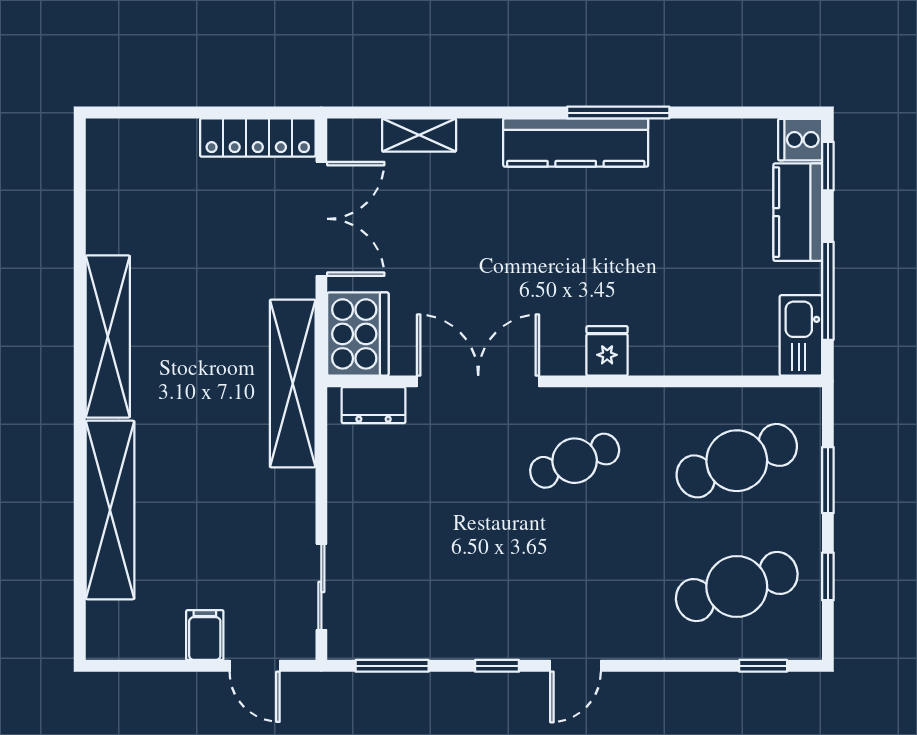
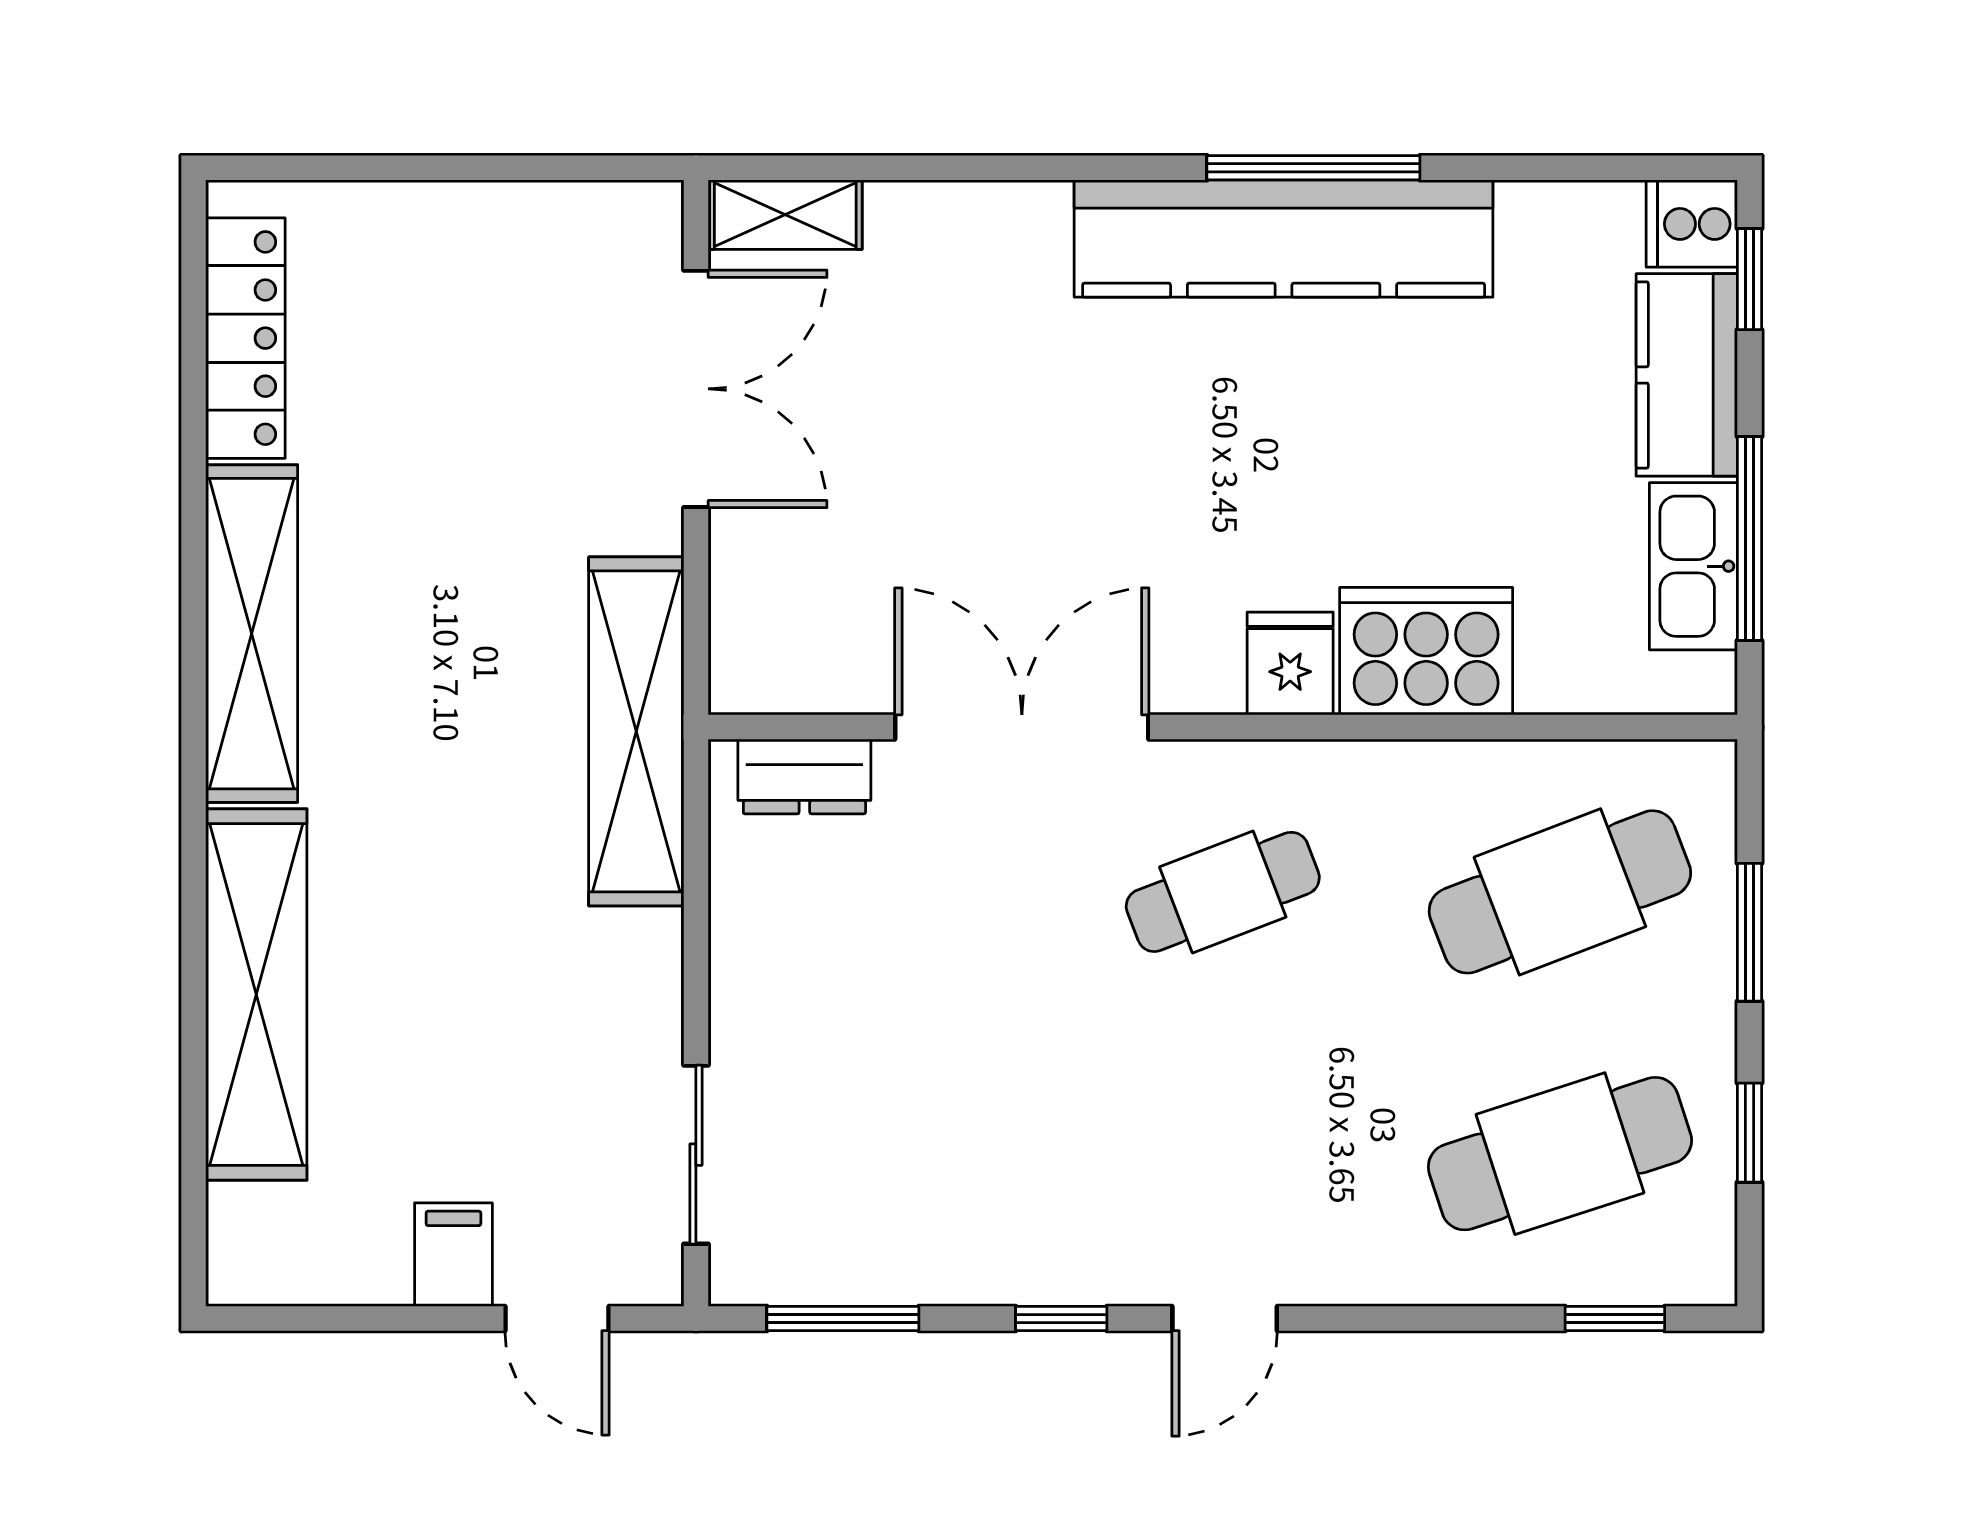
shelving: (419, 135) -> (785, 215), moved
locker: (258, 138) -> (245, 338), moved, turned -90
kitchen counter: (576, 143) -> (1284, 239), width x1.39, depth x1.17
cooker: (358, 334) -> (1426, 651), moved, turned -90
kitchen sink: (801, 335) -> (1693, 566), moved

